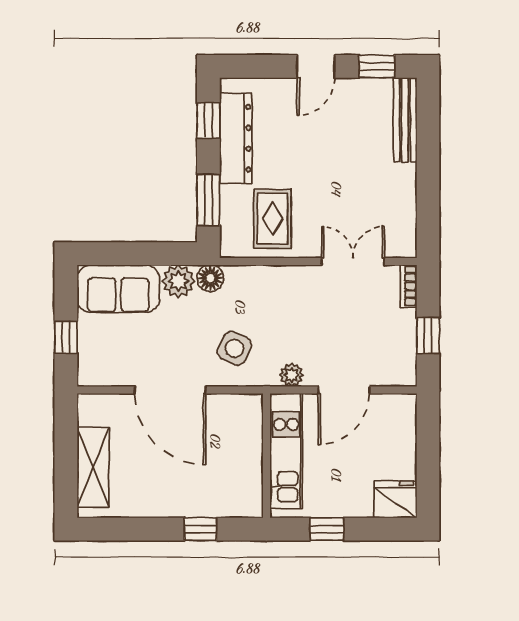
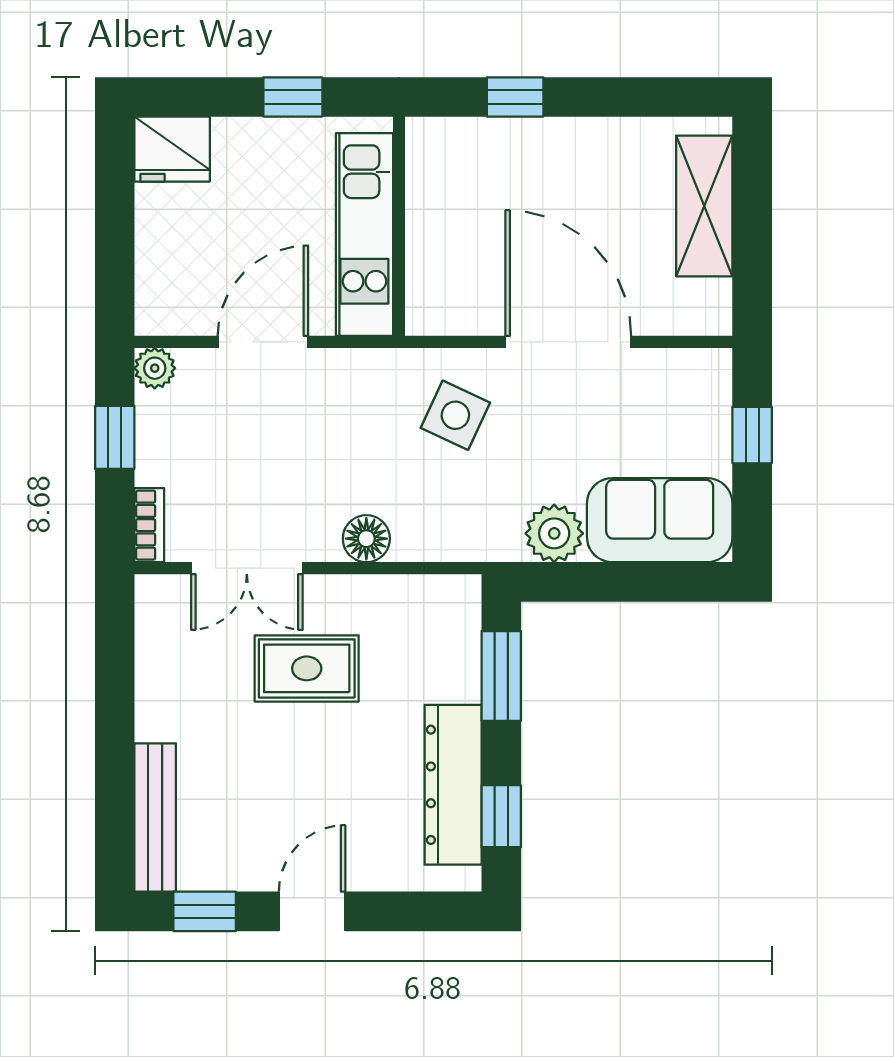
rug: (272, 219) -> (307, 668), moved, turned 90
floor lamp: (210, 278) -> (366, 539), moved
plant: (291, 375) -> (155, 368), moved

